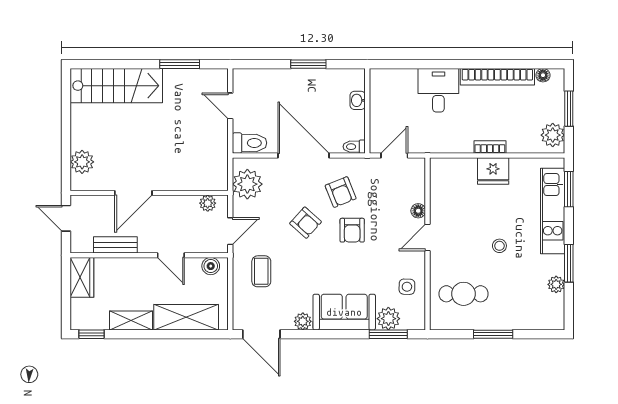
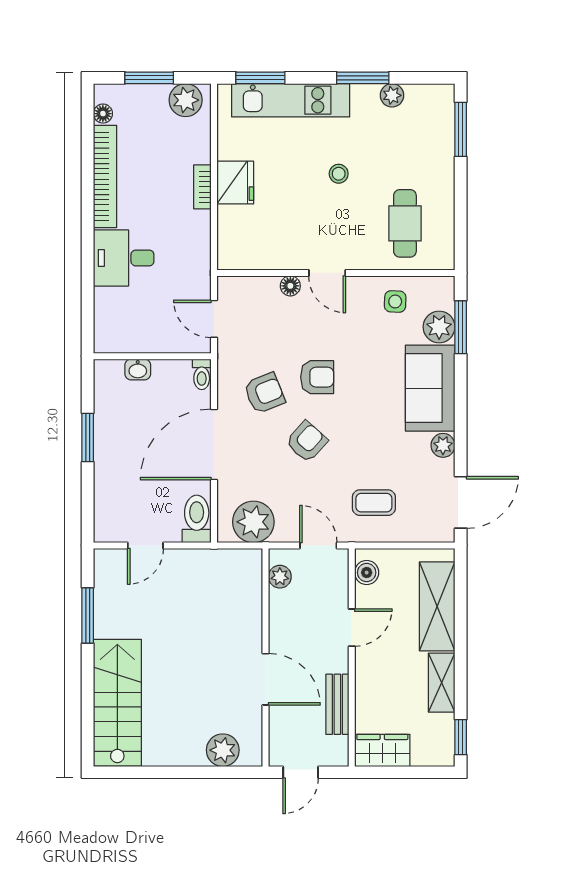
window: (493, 334) -> (461, 129), moved

